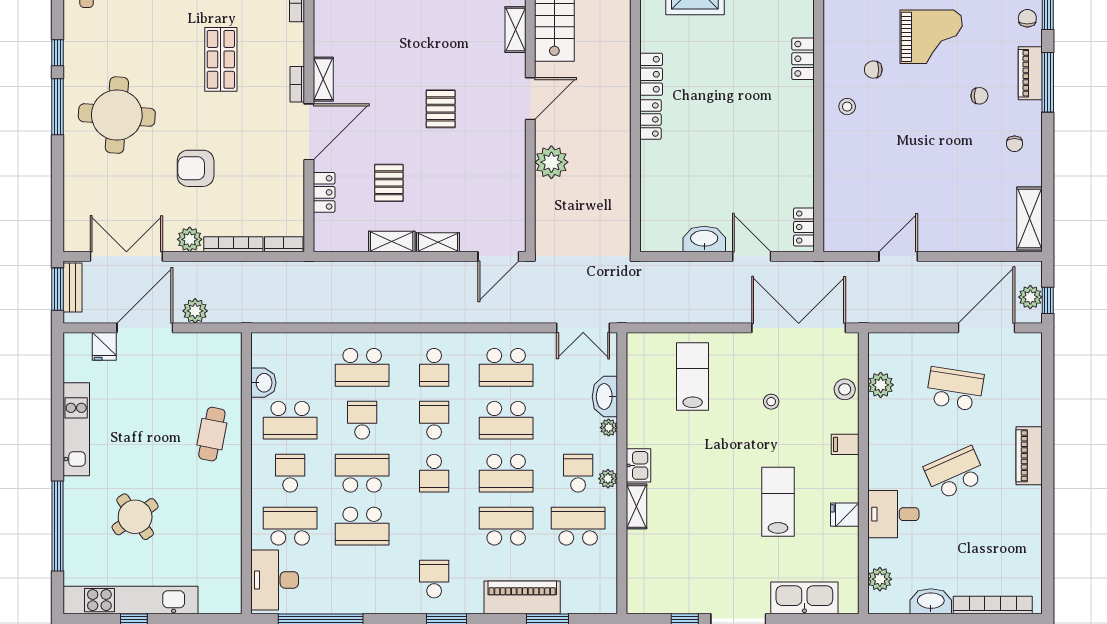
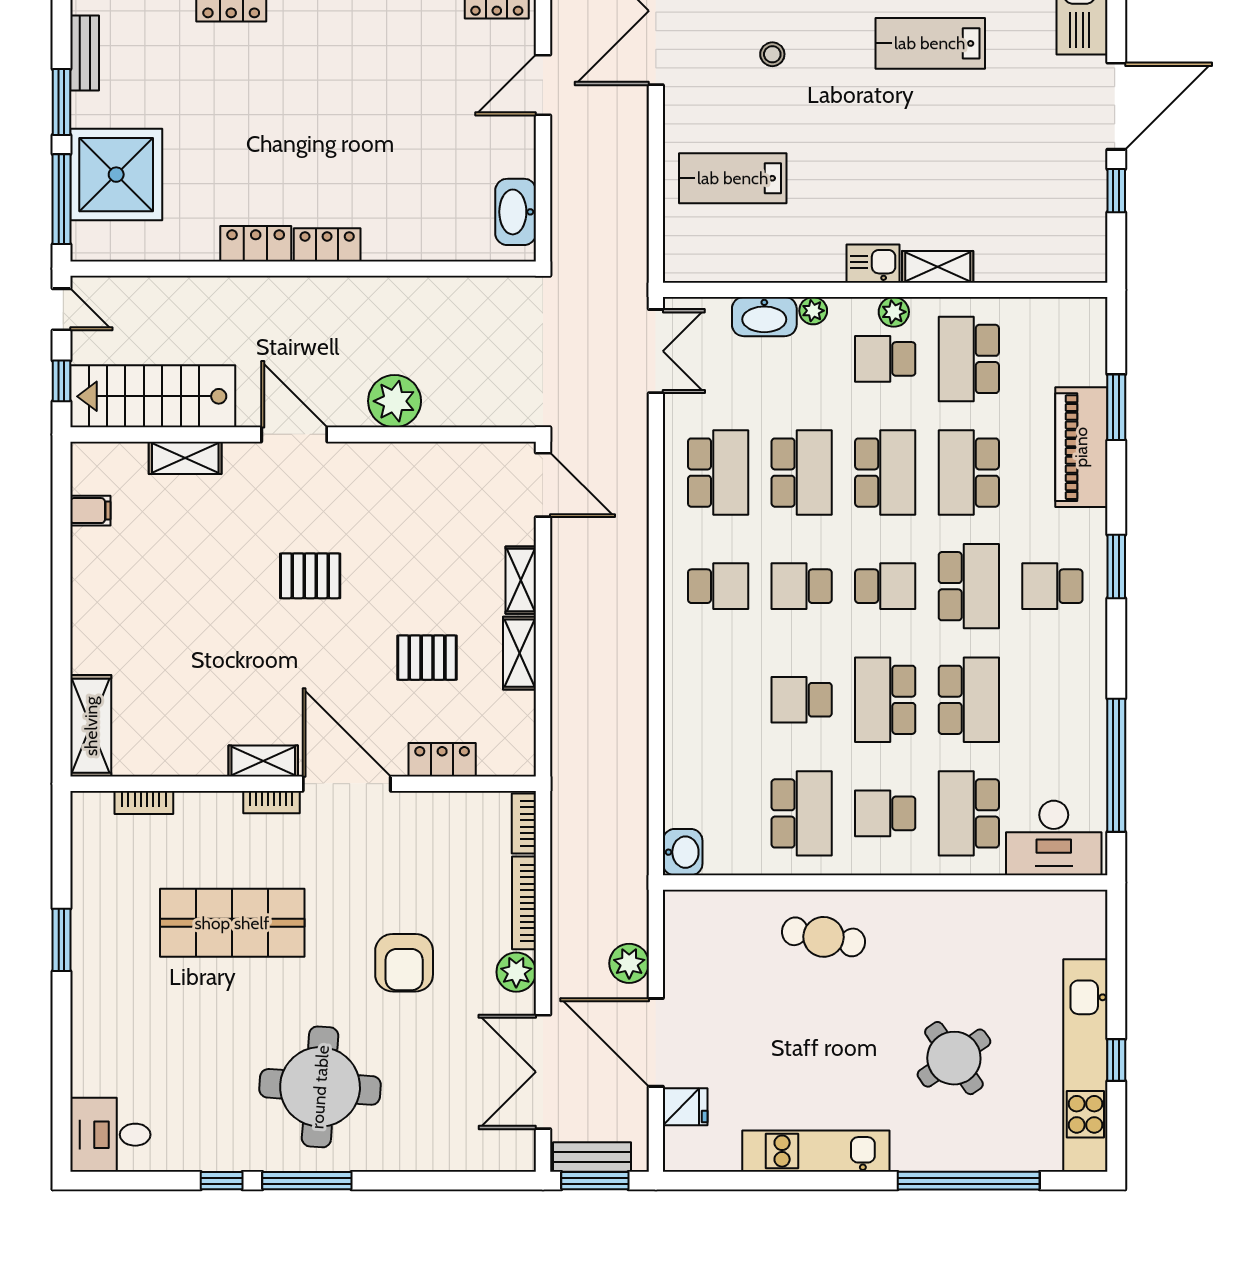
shop shelf: (221, 59) -> (232, 923), width x1.43, depth x1.36
washbasin: (704, 239) -> (516, 212), moved
school desk: (362, 367) -> (969, 586), moved
washbasin: (263, 383) -> (683, 852), moved, turned 90

